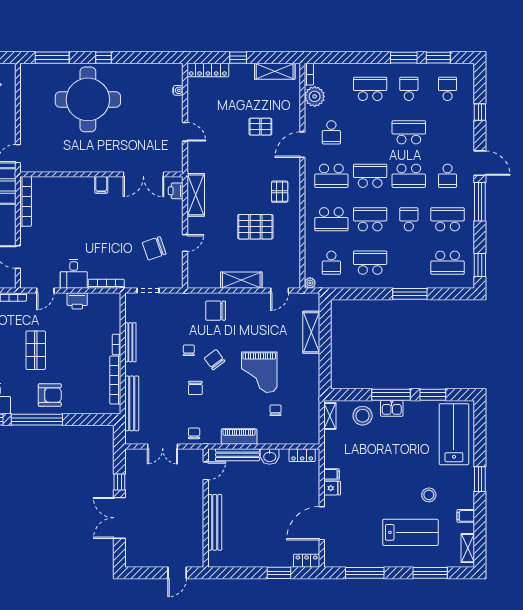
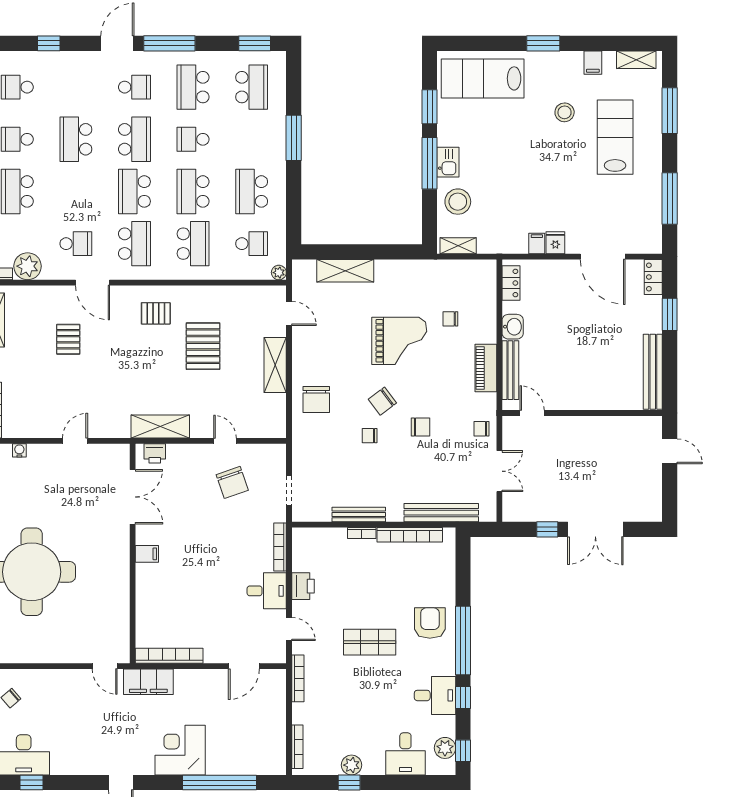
bench: (215, 522) -> (653, 372), moved, turned 90

